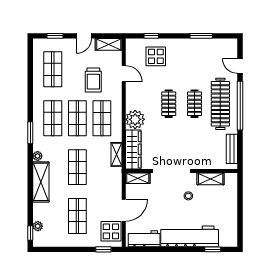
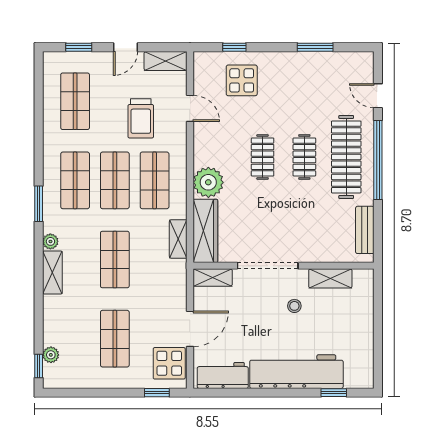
shelving: (41, 182) -> (52, 273), width x0.67, depth x0.75

